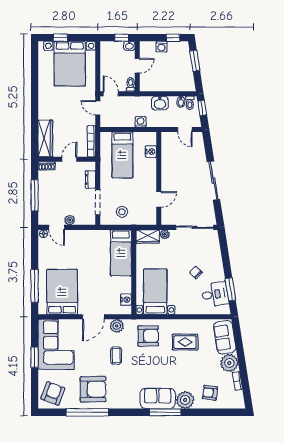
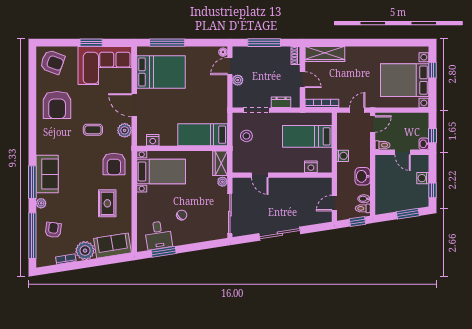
plant: (185, 400) -> (41, 203), width x0.53, depth x0.53
window: (87, 412) -> (32, 236), moved

